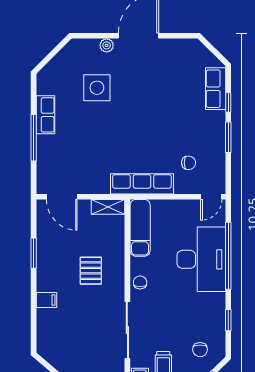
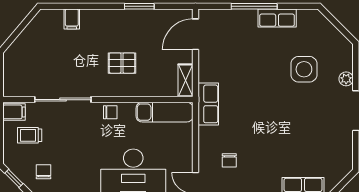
row of seats: (142, 184) -> (208, 104), width x0.68
filing cabinet: (46, 300) -> (72, 19), moved
chair: (200, 350) -> (43, 172), turned 90

